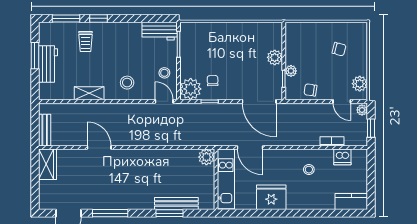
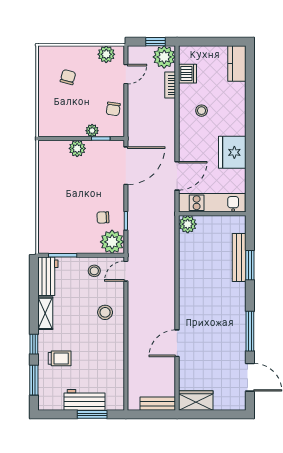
window: (35, 56) -> (92, 414), moved
shelving: (89, 93) -> (45, 313), moved
plant: (362, 110) -> (164, 57), moved, width x1.88, depth x1.88

